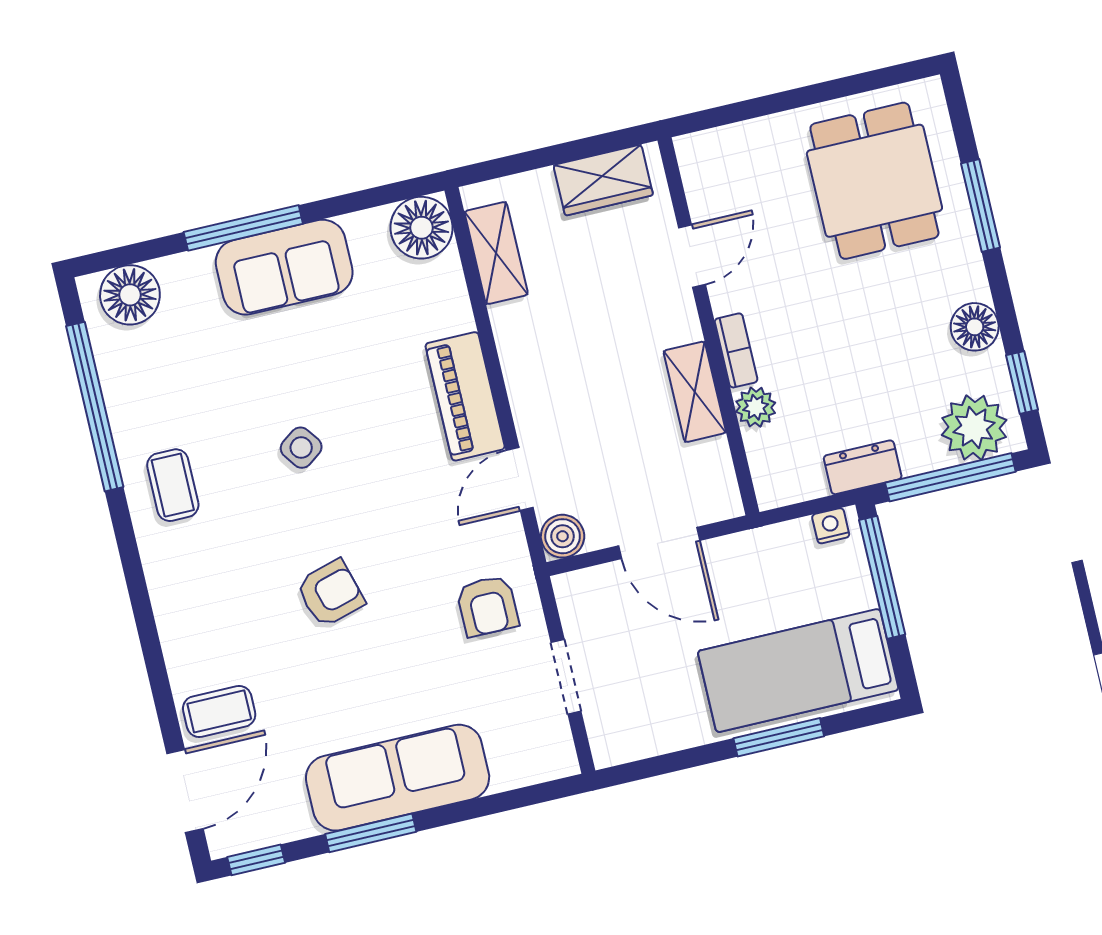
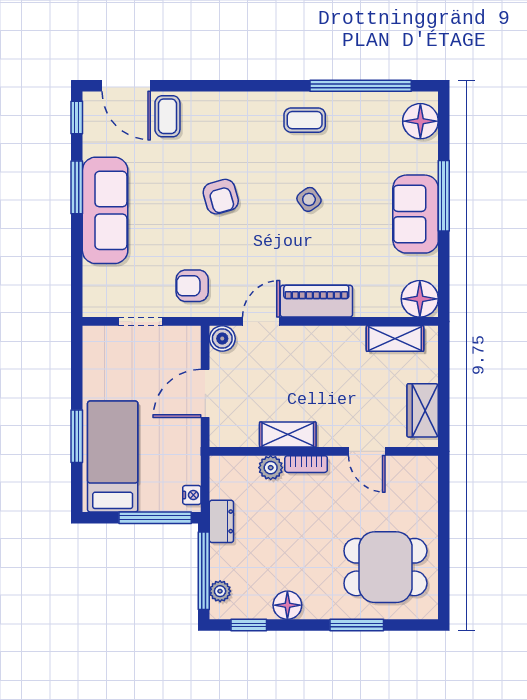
plant: (974, 428) -> (220, 591), width x0.53, depth x0.53
door: (520, 479) -> (261, 321), hinge flipped

